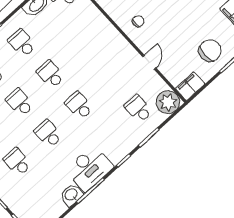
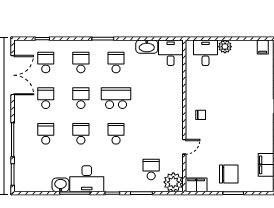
school desk: (50, 74) -> (116, 98), width x1.85

